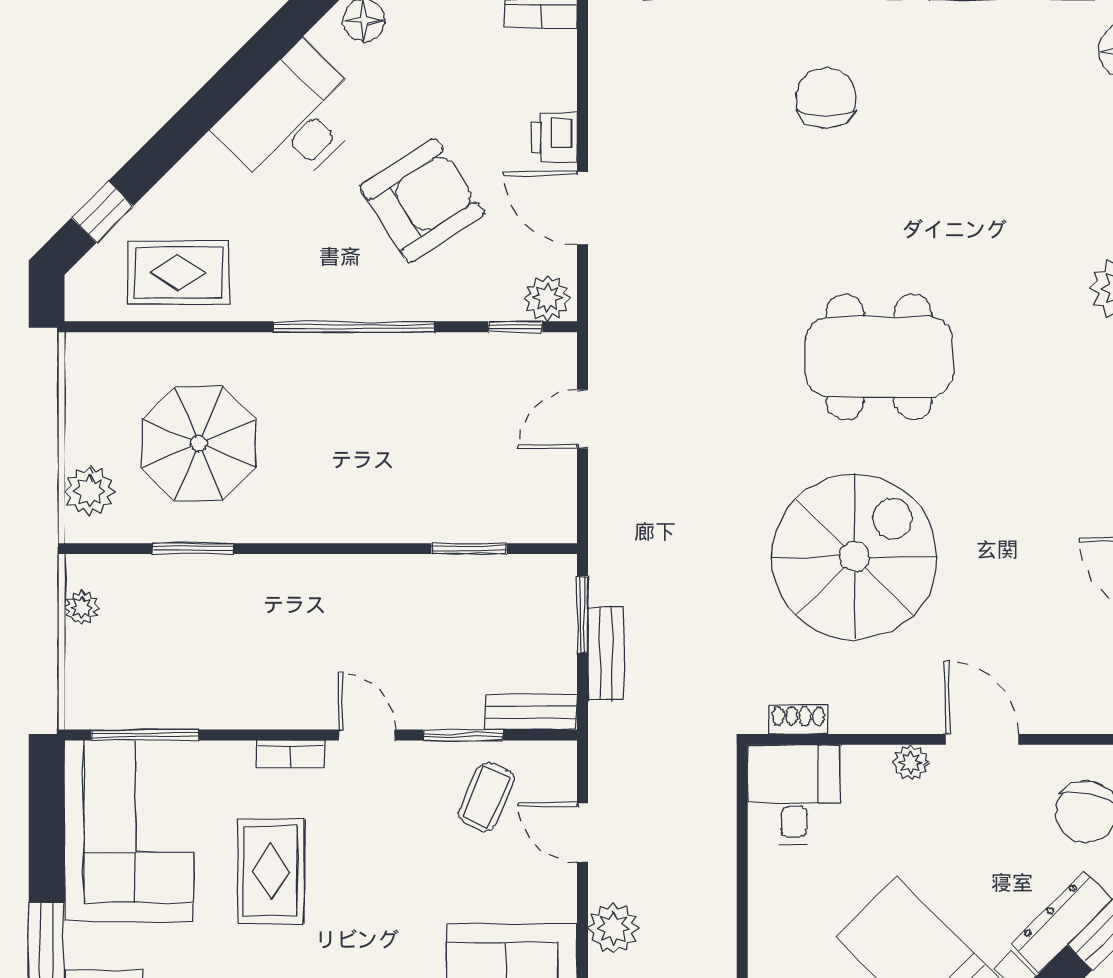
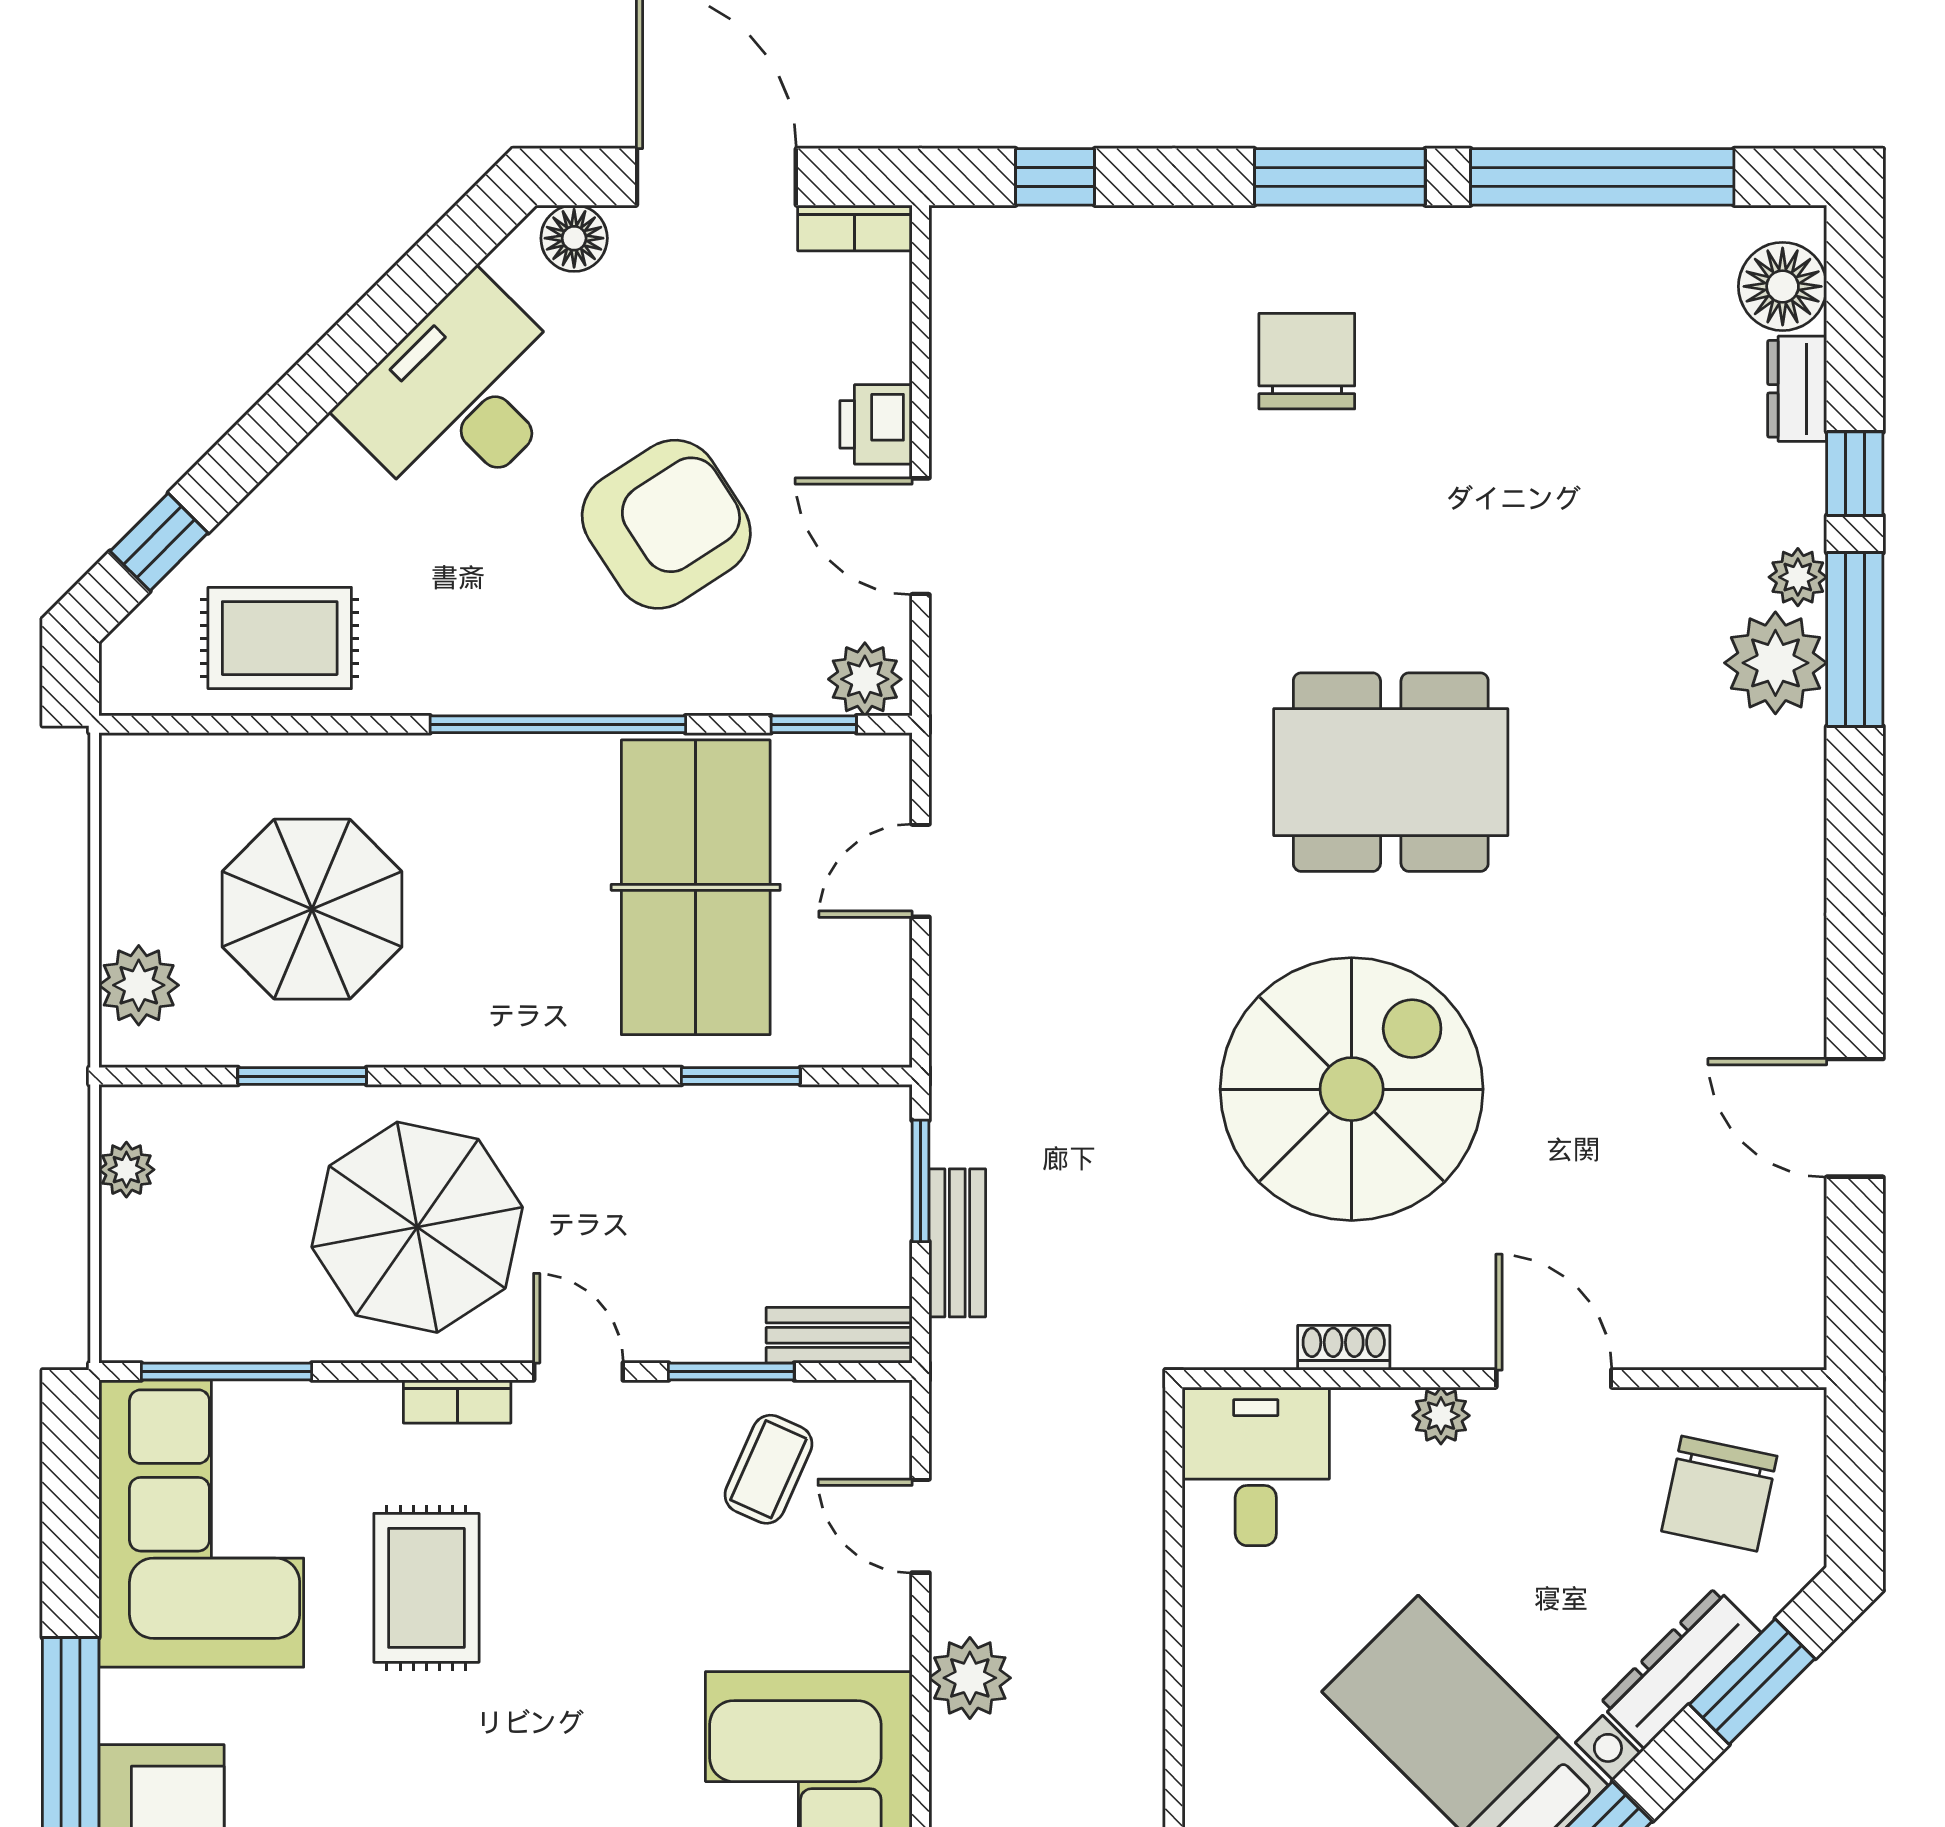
table tennis table: (441, 430) -> (696, 887), added
parasol: (265, 644) -> (417, 1227), added
shoe rack: (798, 720) -> (1344, 1348), moved

